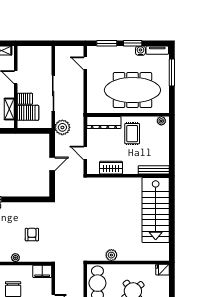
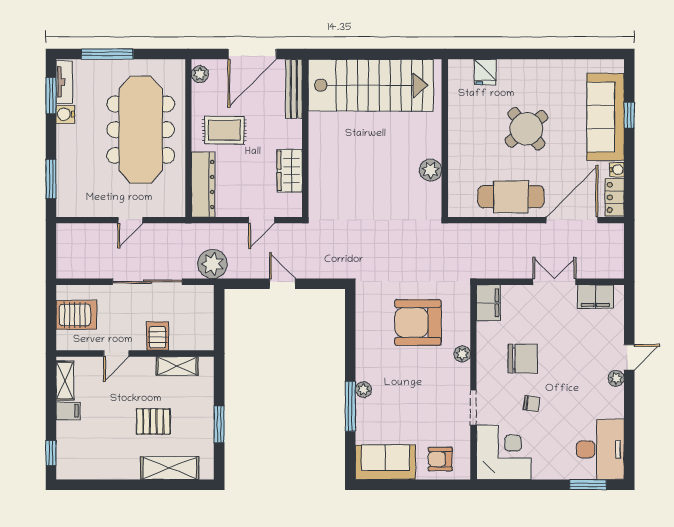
window: (133, 43) -> (51, 96), moved
door: (85, 63) -> (130, 220), moved
server rack: (28, 113) -> (76, 315), moved, turned 90
door: (172, 148) -> (252, 54), added
armchair: (32, 235) -> (418, 322), width x1.88, depth x1.88
plant: (111, 255) -> (431, 170), moved
wall: (128, 262) -> (445, 138), moved

